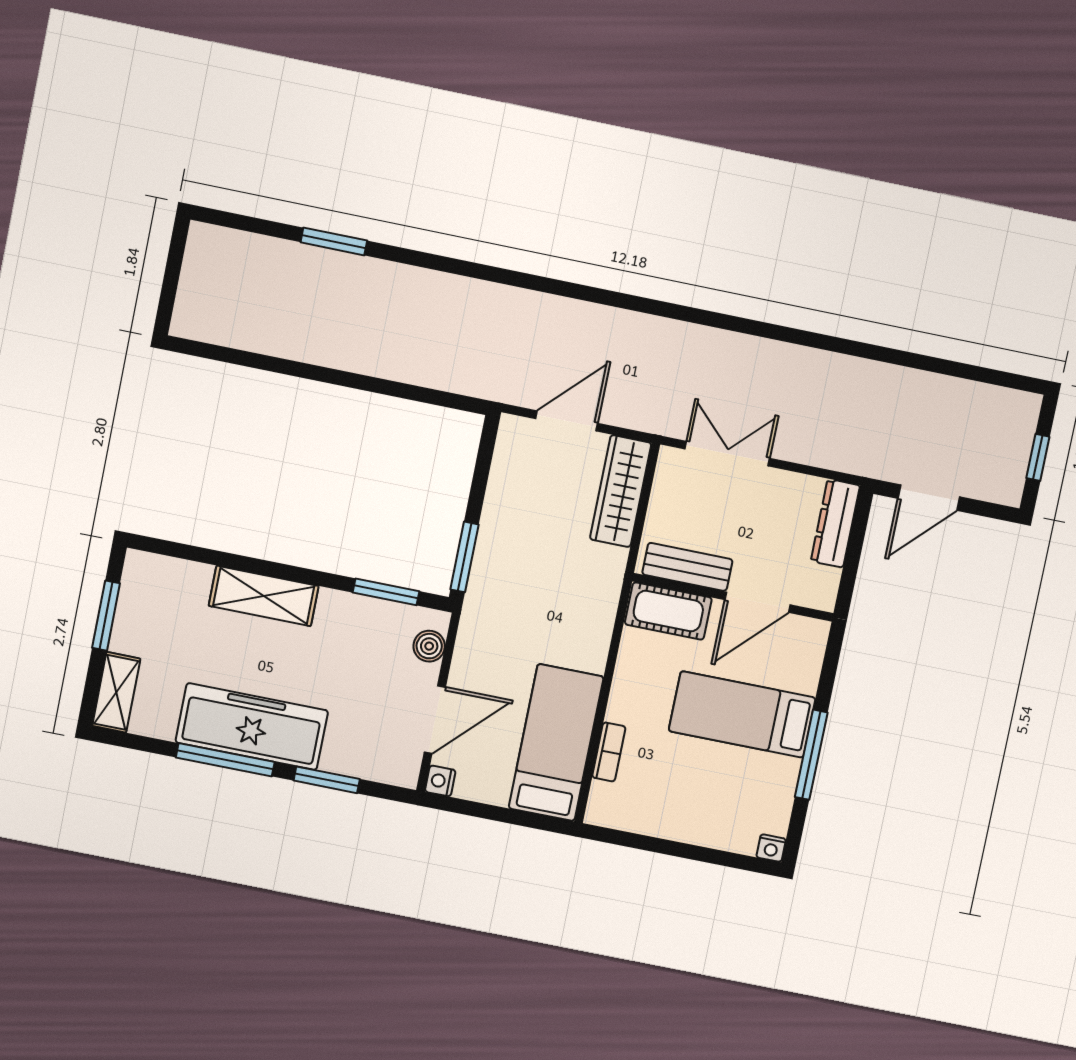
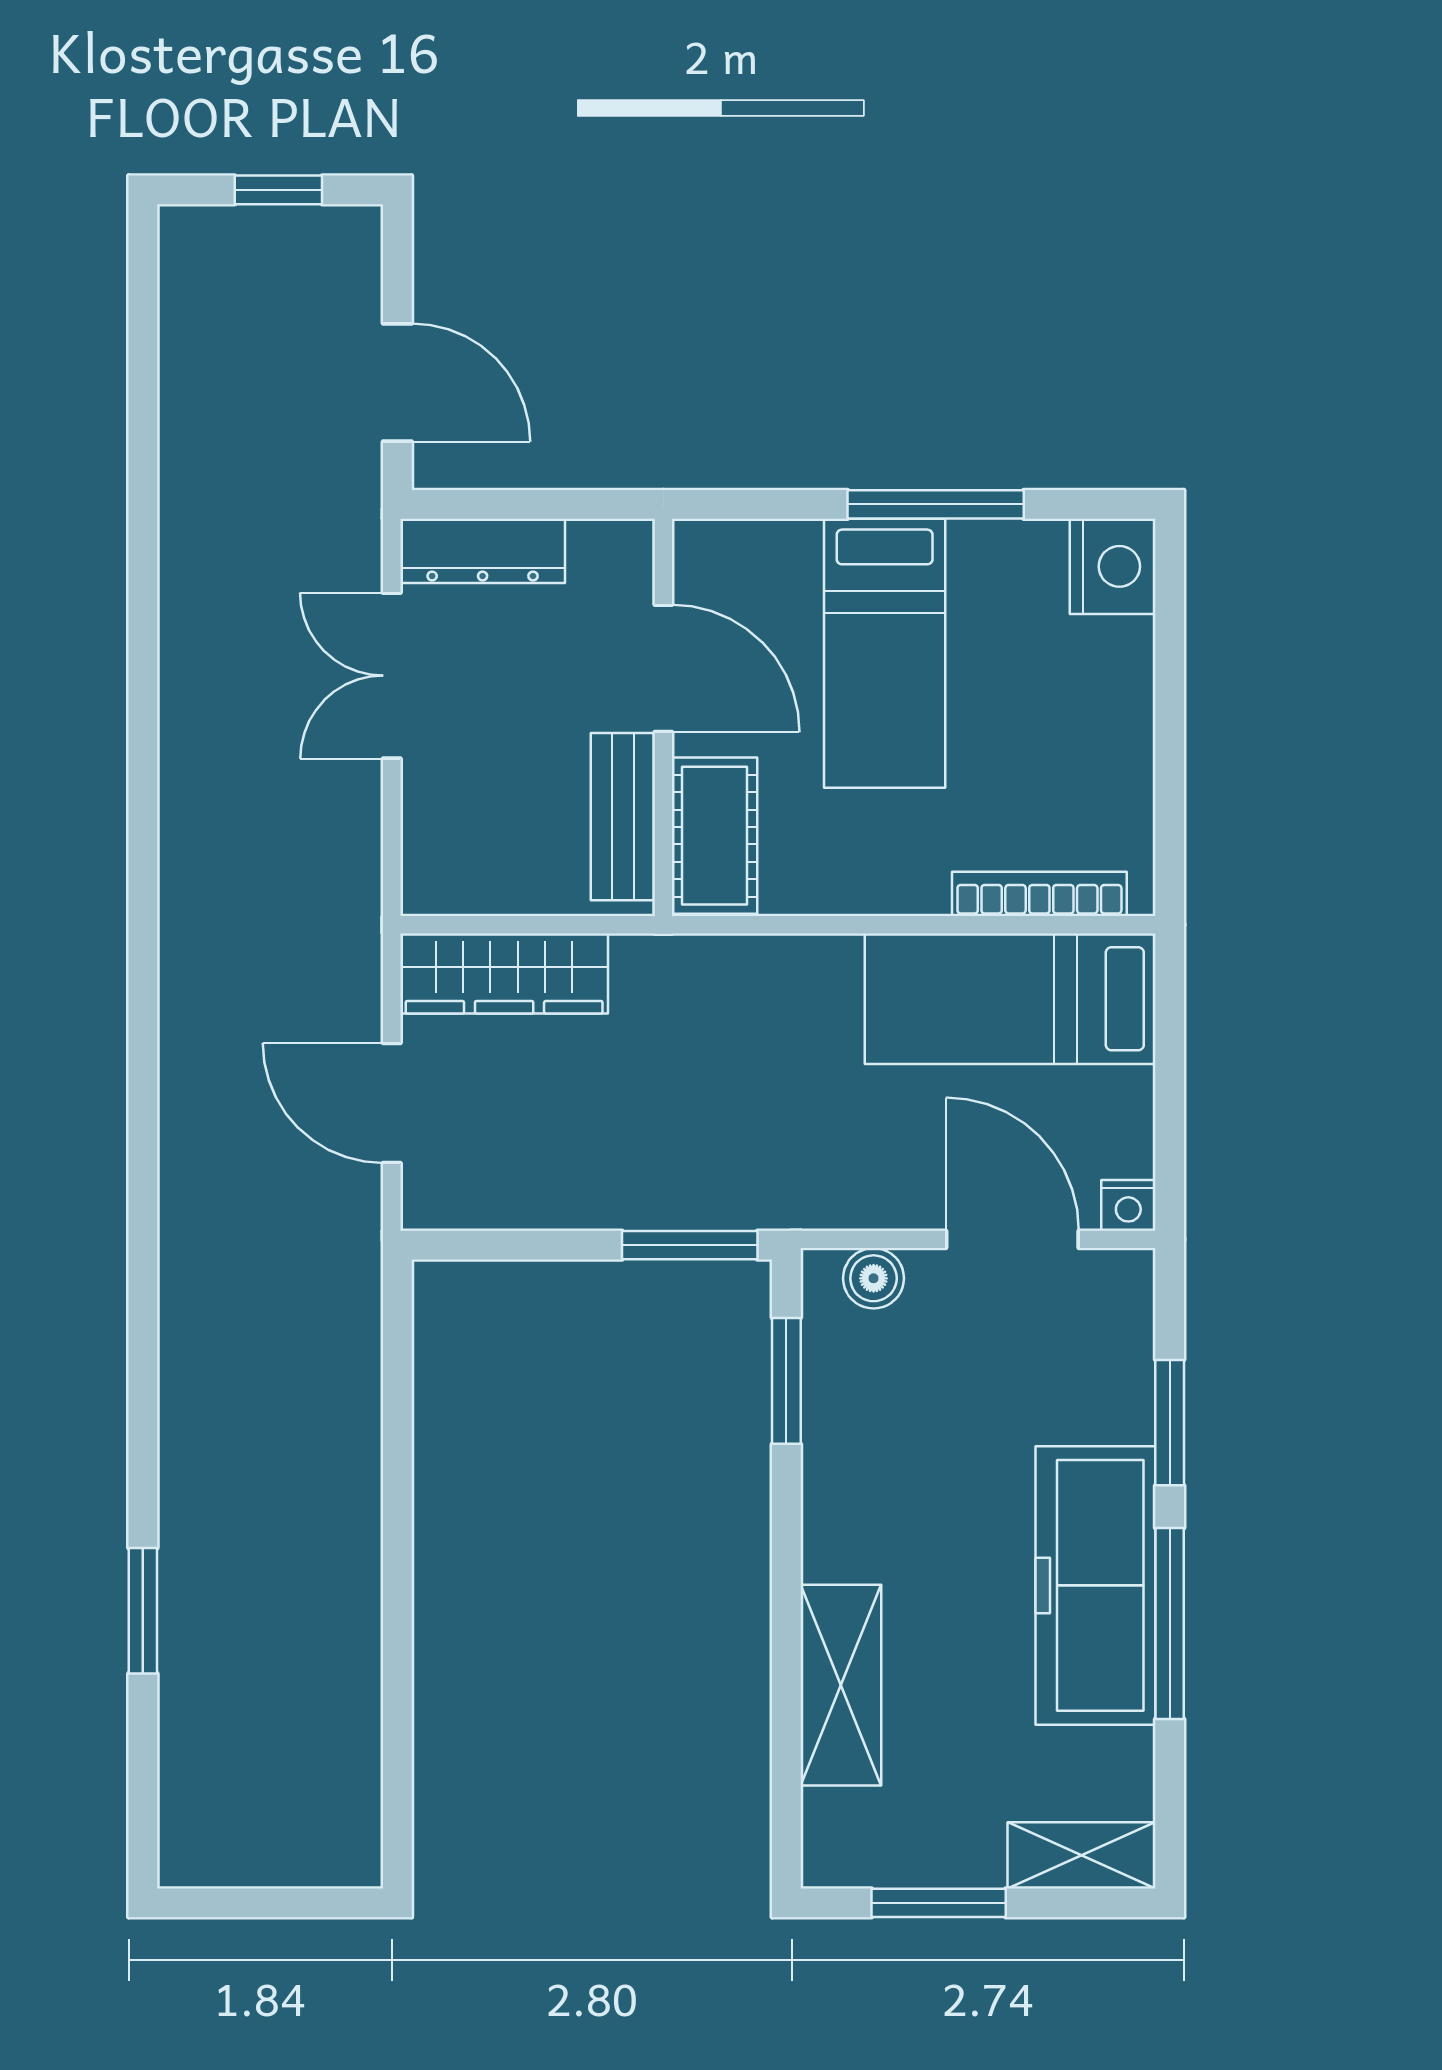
double door: (727, 454) -> (392, 676), moved
shelving: (264, 596) -> (841, 1685), moved
bookcase: (609, 752) -> (1039, 894), width x1.56
nightstand: (771, 848) -> (1113, 566), width x1.89, depth x1.79

